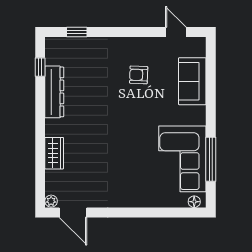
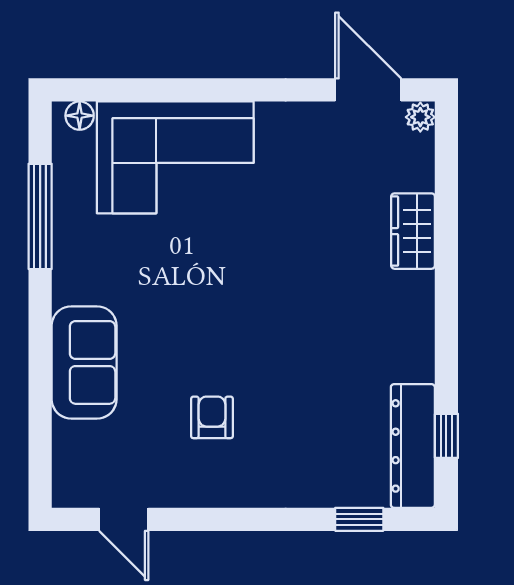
armchair: (139, 75) -> (212, 417), turned -92
sofa: (192, 81) -> (84, 362), moved
dresser: (54, 92) -> (413, 446), moved
corner sofa: (182, 159) -> (175, 157), moved, turned 90

